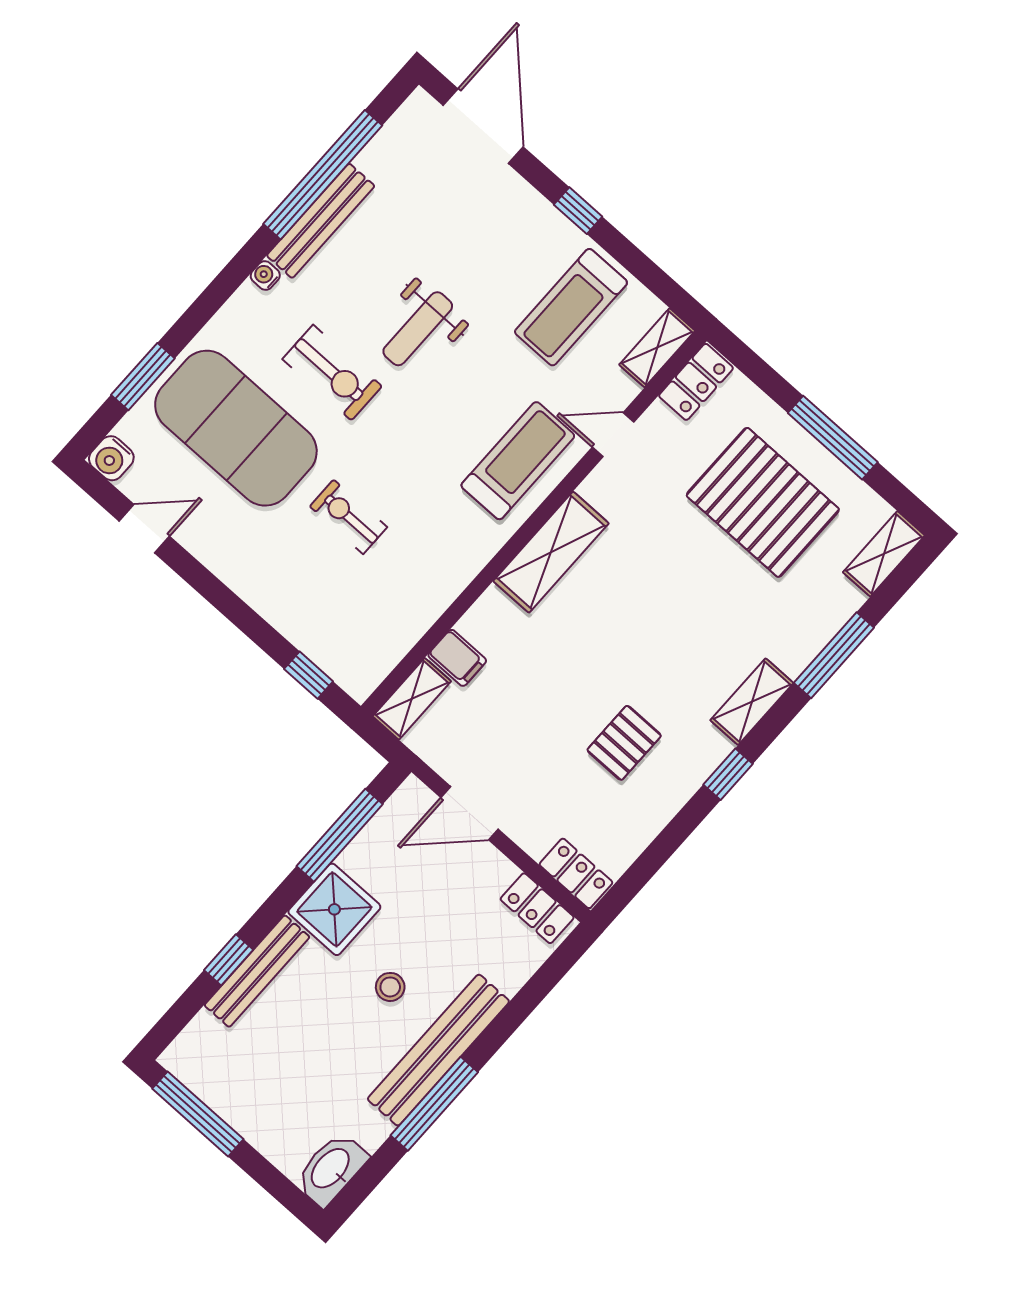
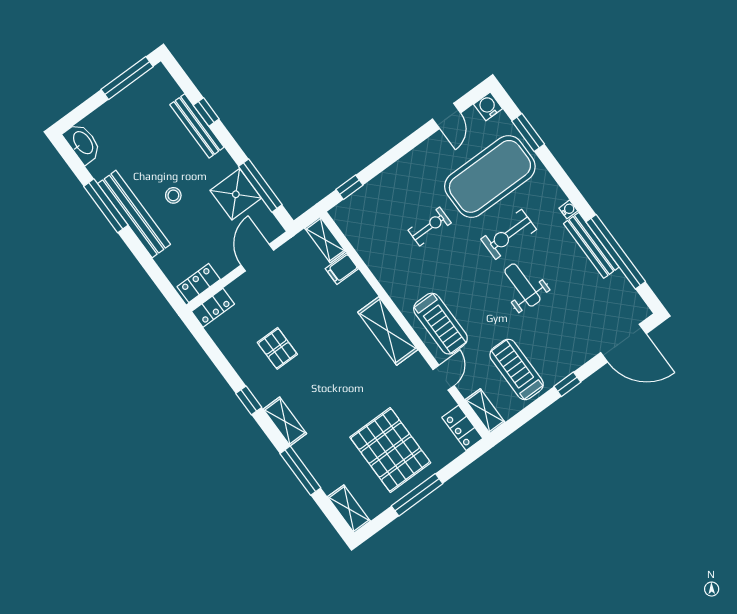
pallet: (763, 502) -> (390, 450), turned 90
shower: (334, 909) -> (236, 194), moved

